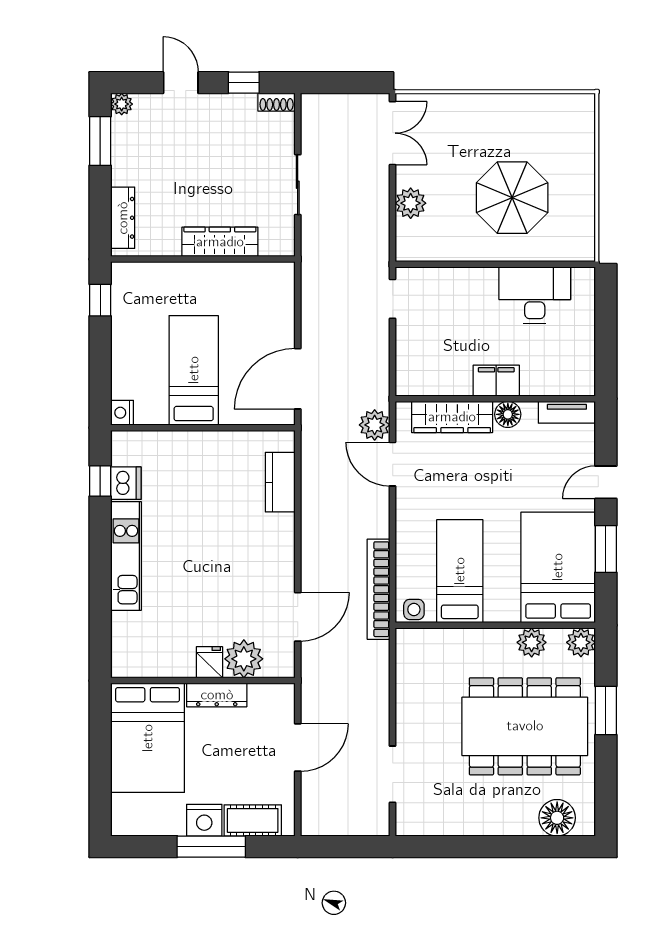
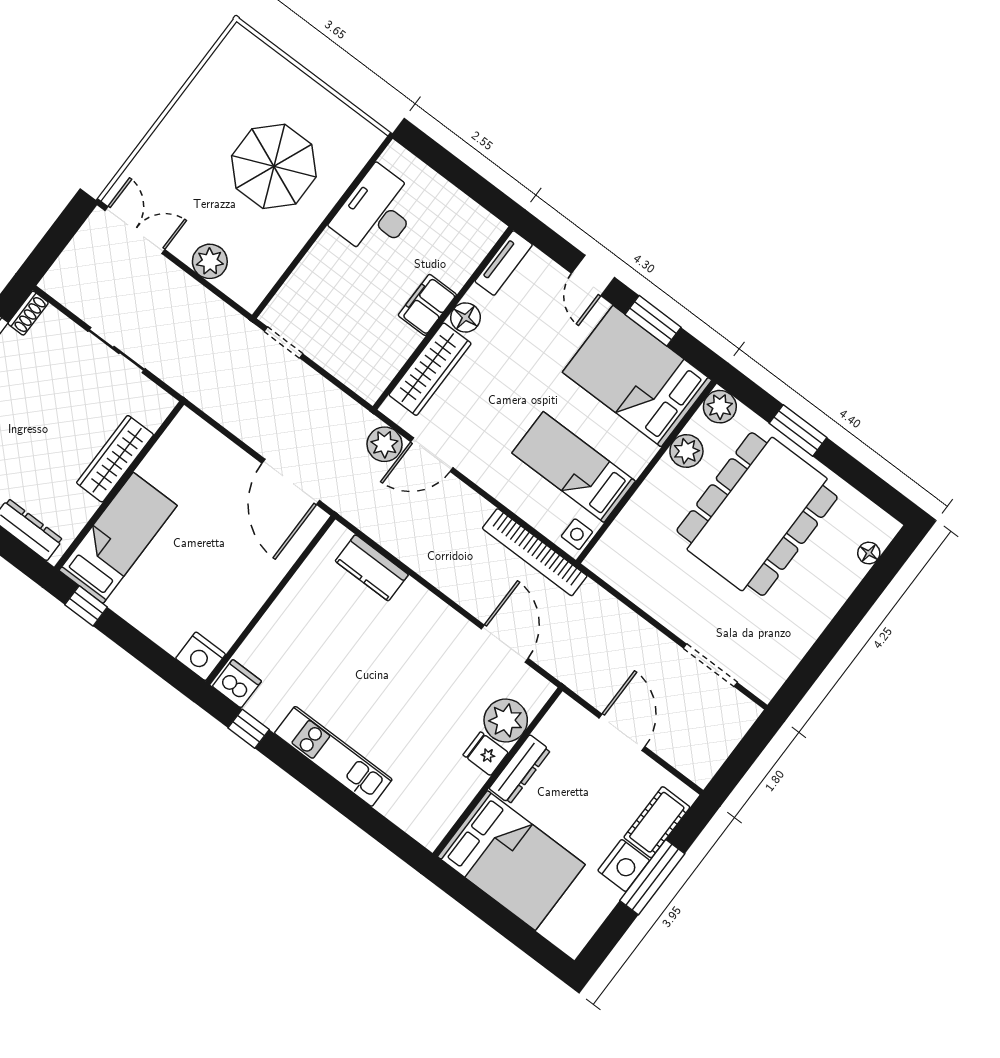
bed: (194, 370) -> (118, 538), moved, turned 90
nightstand: (122, 413) -> (201, 656), width x1.36, depth x1.33
dishwasher: (126, 483) -> (237, 684), moved
floor lamp: (557, 818) -> (869, 553), width x0.53, depth x0.53

